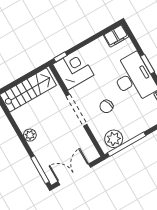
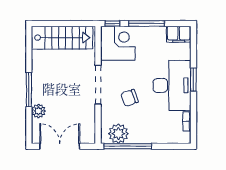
window: (87, 42) -> (147, 23), added
plant: (30, 135) -> (38, 111), moved
window: (40, 170) -> (29, 90), moved

